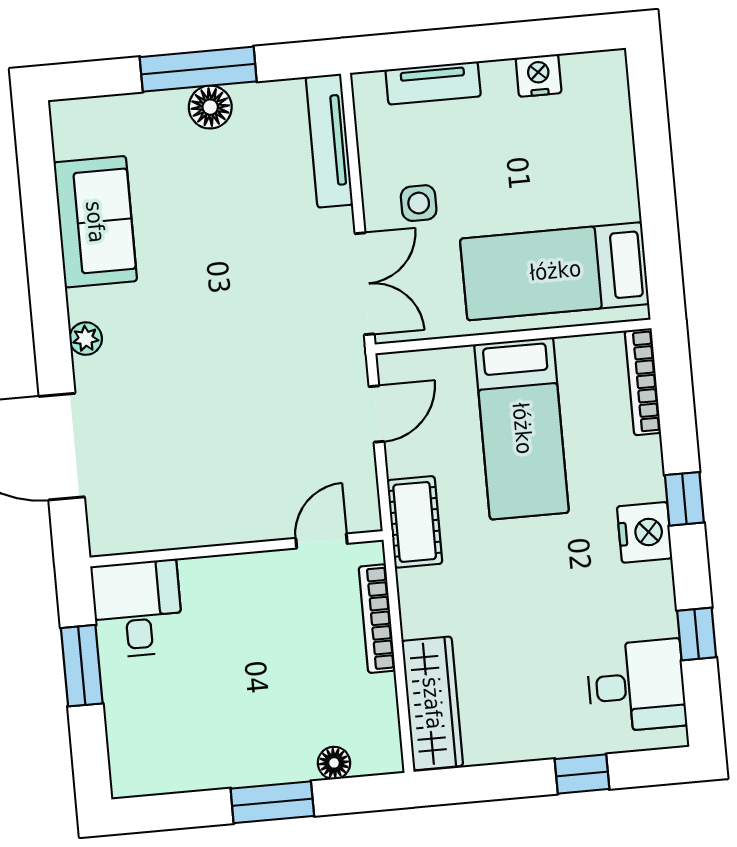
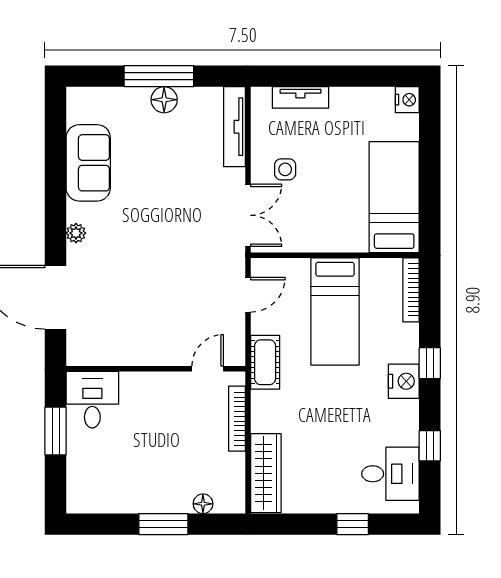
nightstand: (539, 75) -> (407, 100), moved, turned 90
bed: (555, 271) -> (394, 197), moved, turned 90

